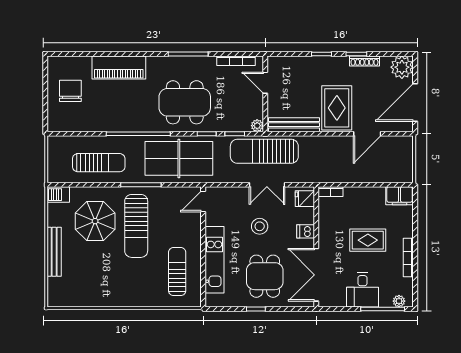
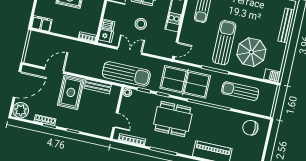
chair: (70, 91) -> (250, 128), moved, turned 90
bench: (294, 125) -> (98, 86), width x0.73
dishwasher: (306, 231) -> (108, 25), moved
bench: (54, 252) -> (286, 26), moved

